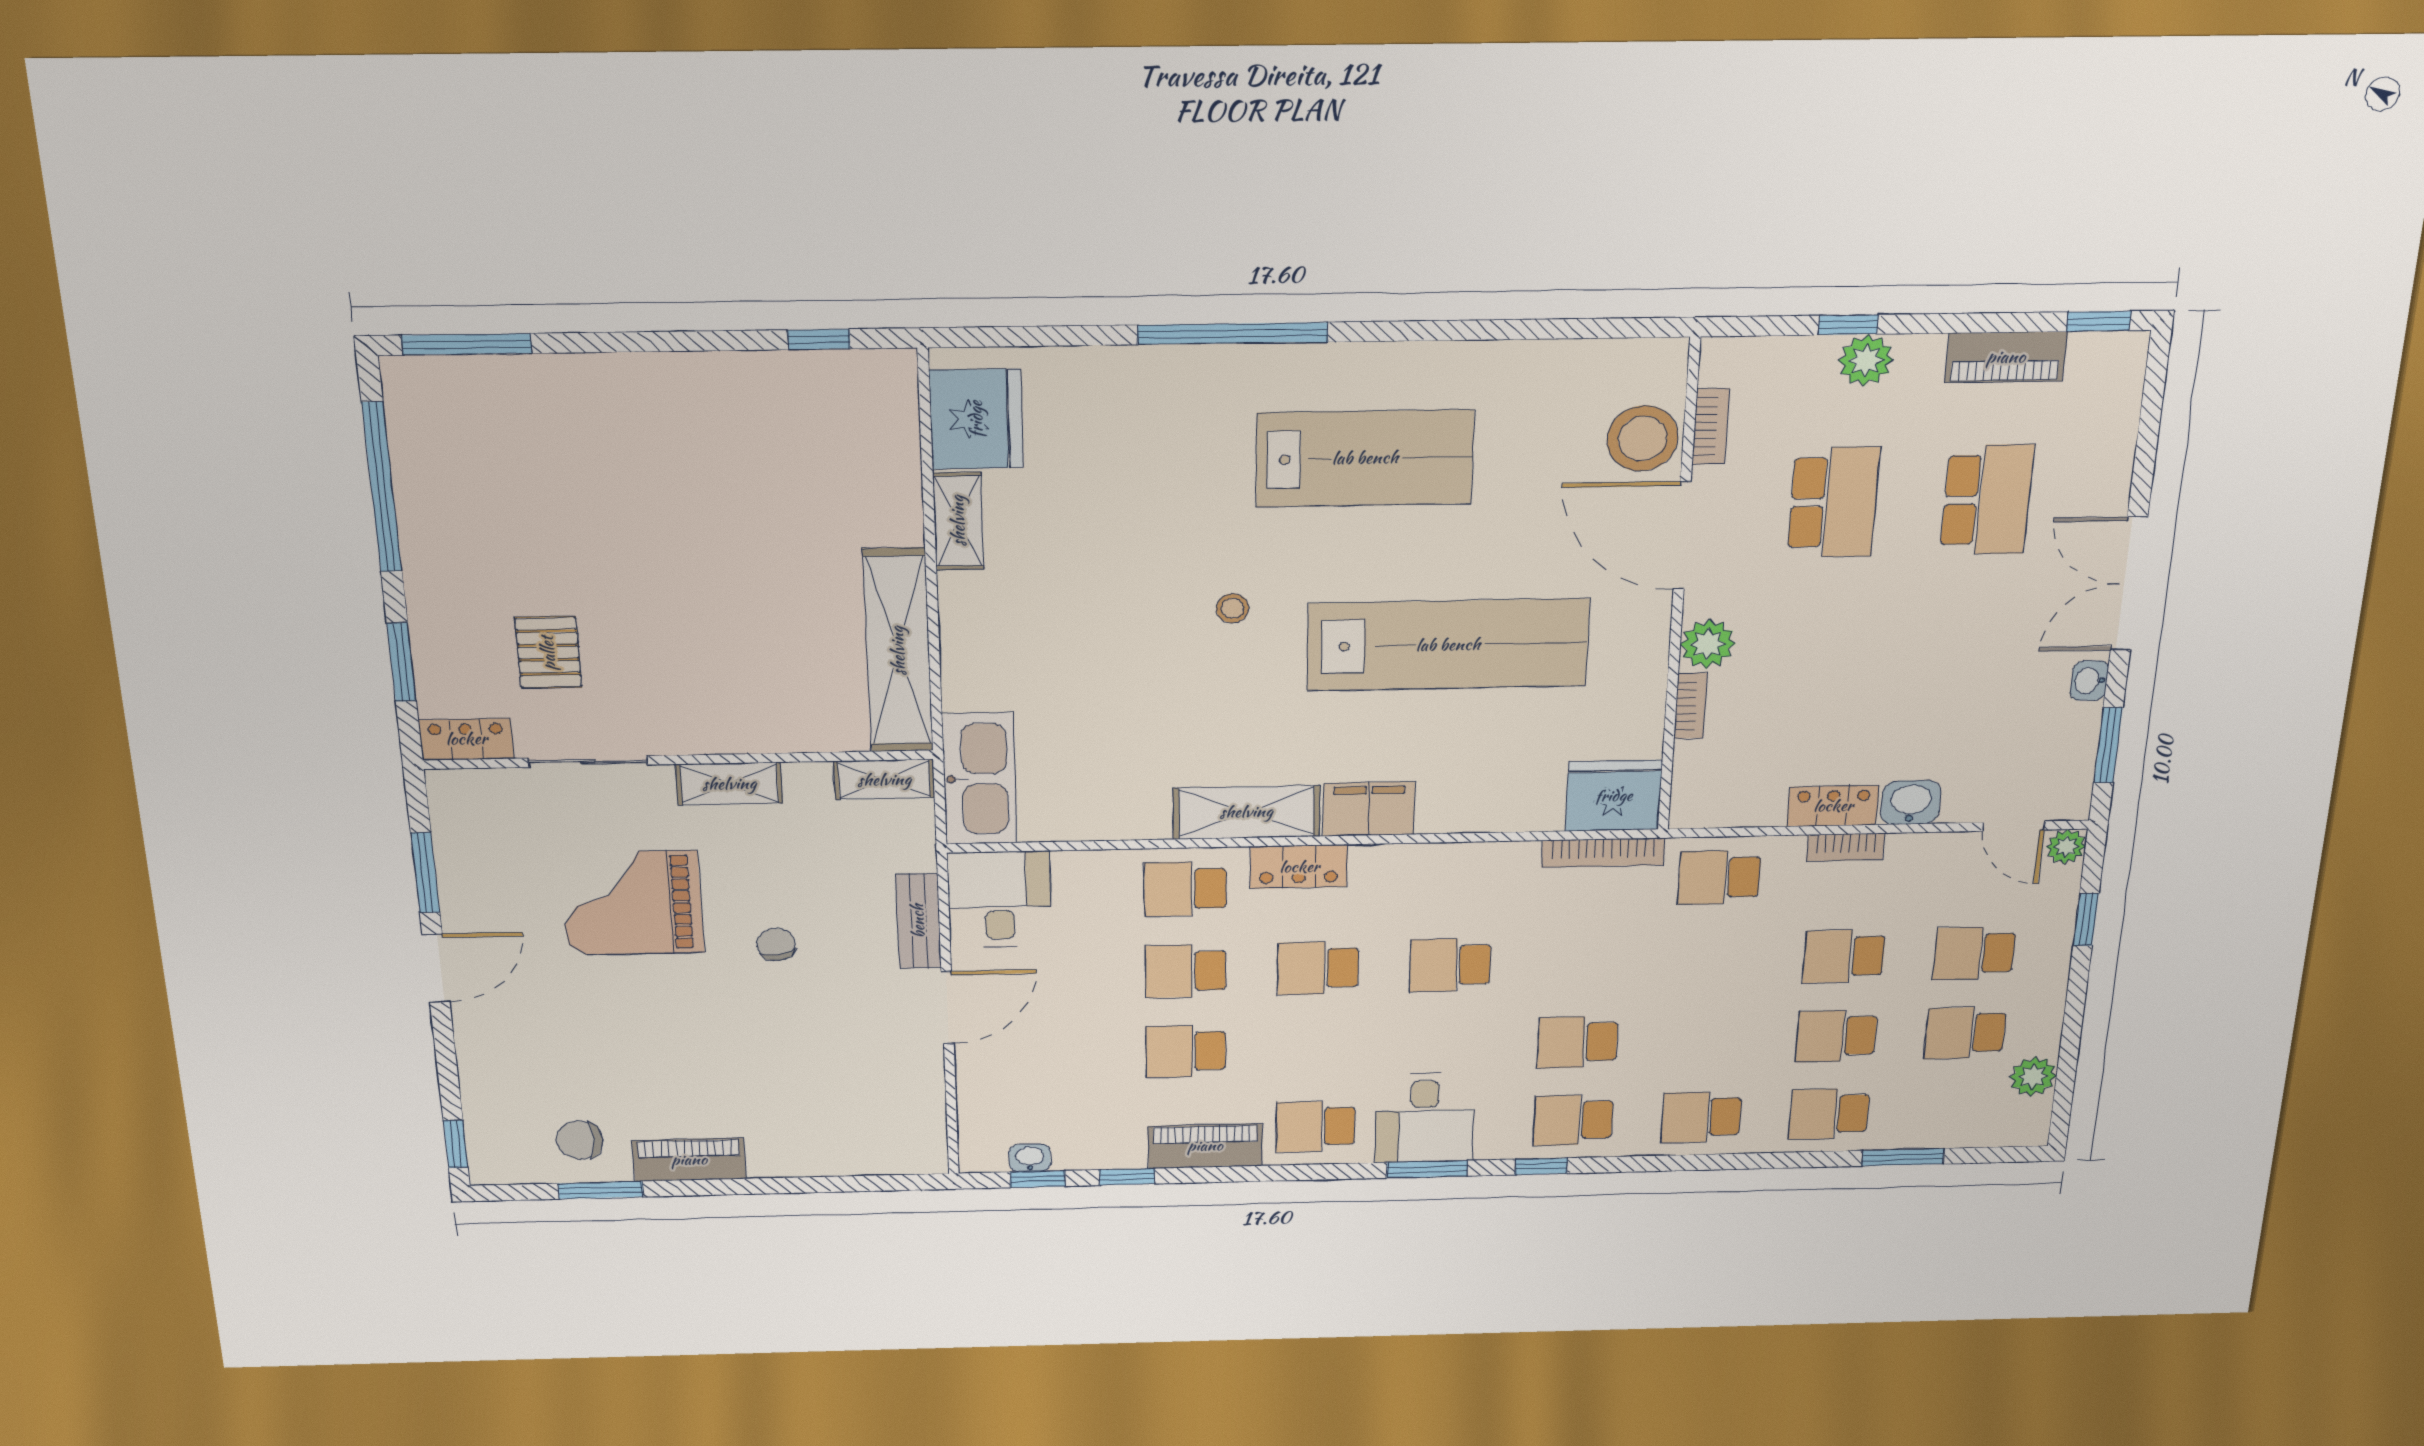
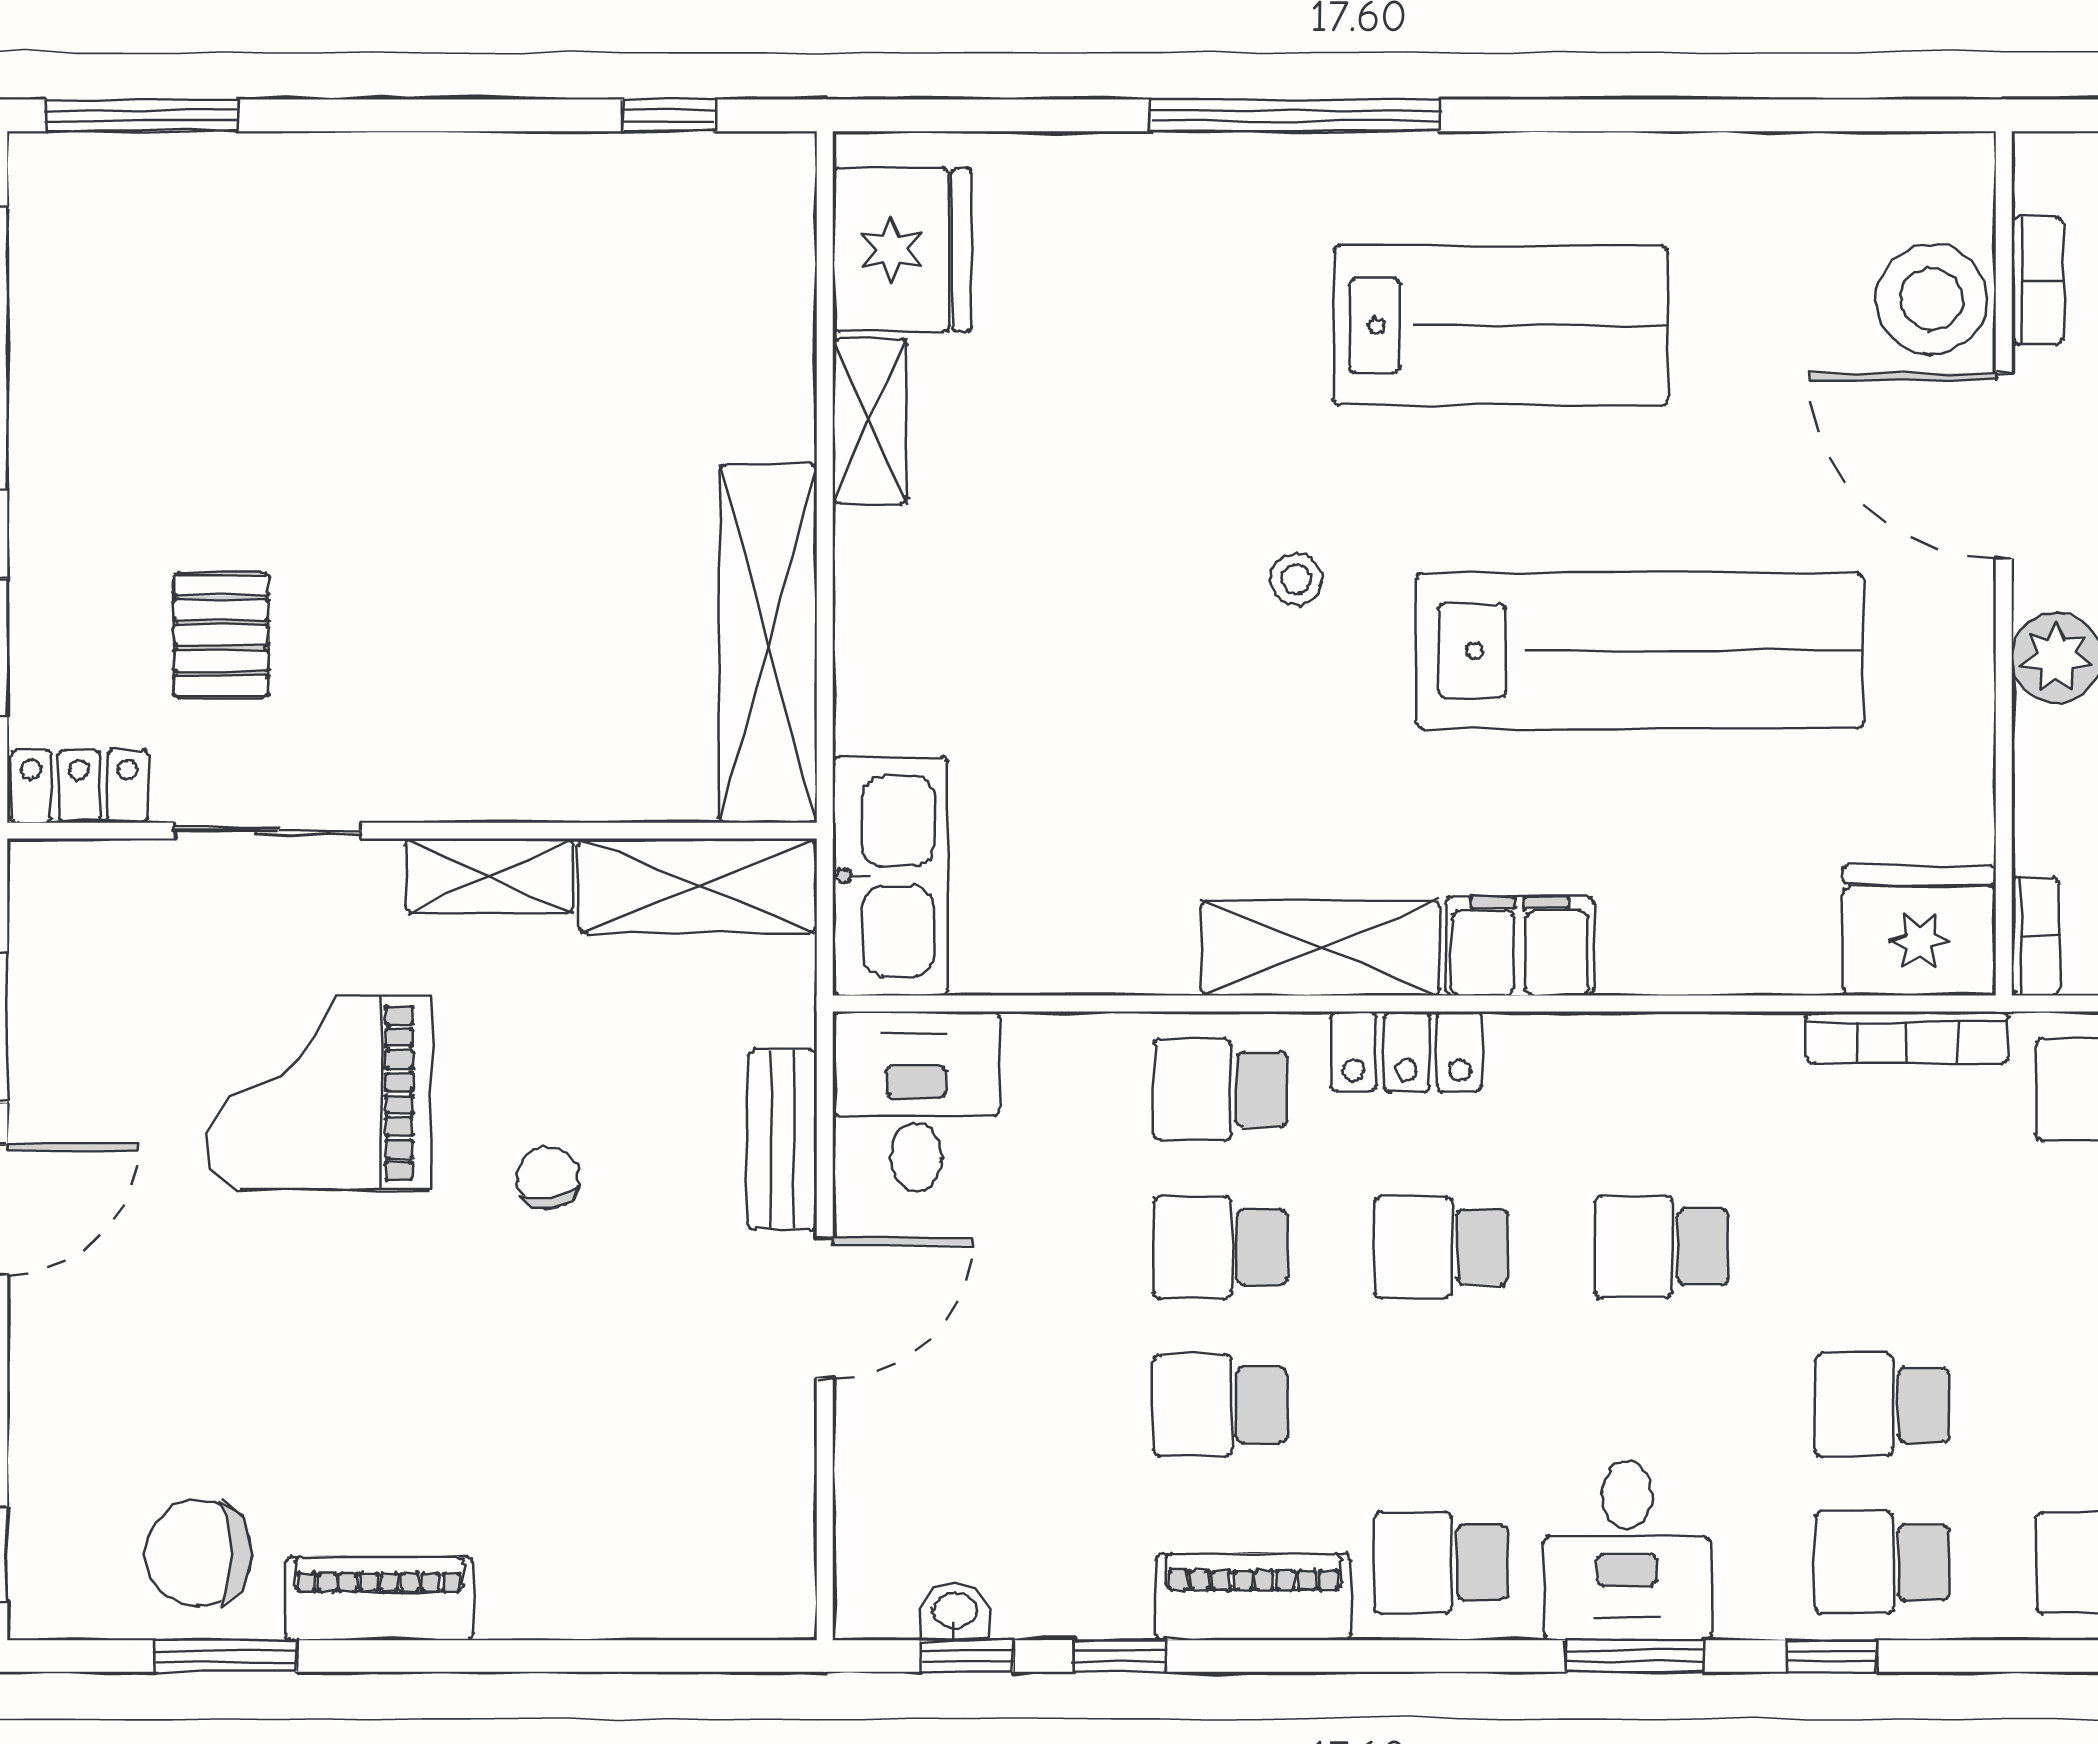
bookcase: (1690, 706) -> (2035, 936), moved
shelving: (884, 780) -> (697, 886), width x1.50, depth x1.33
chair: (579, 1140) -> (198, 1553), width x1.37, depth x1.37

